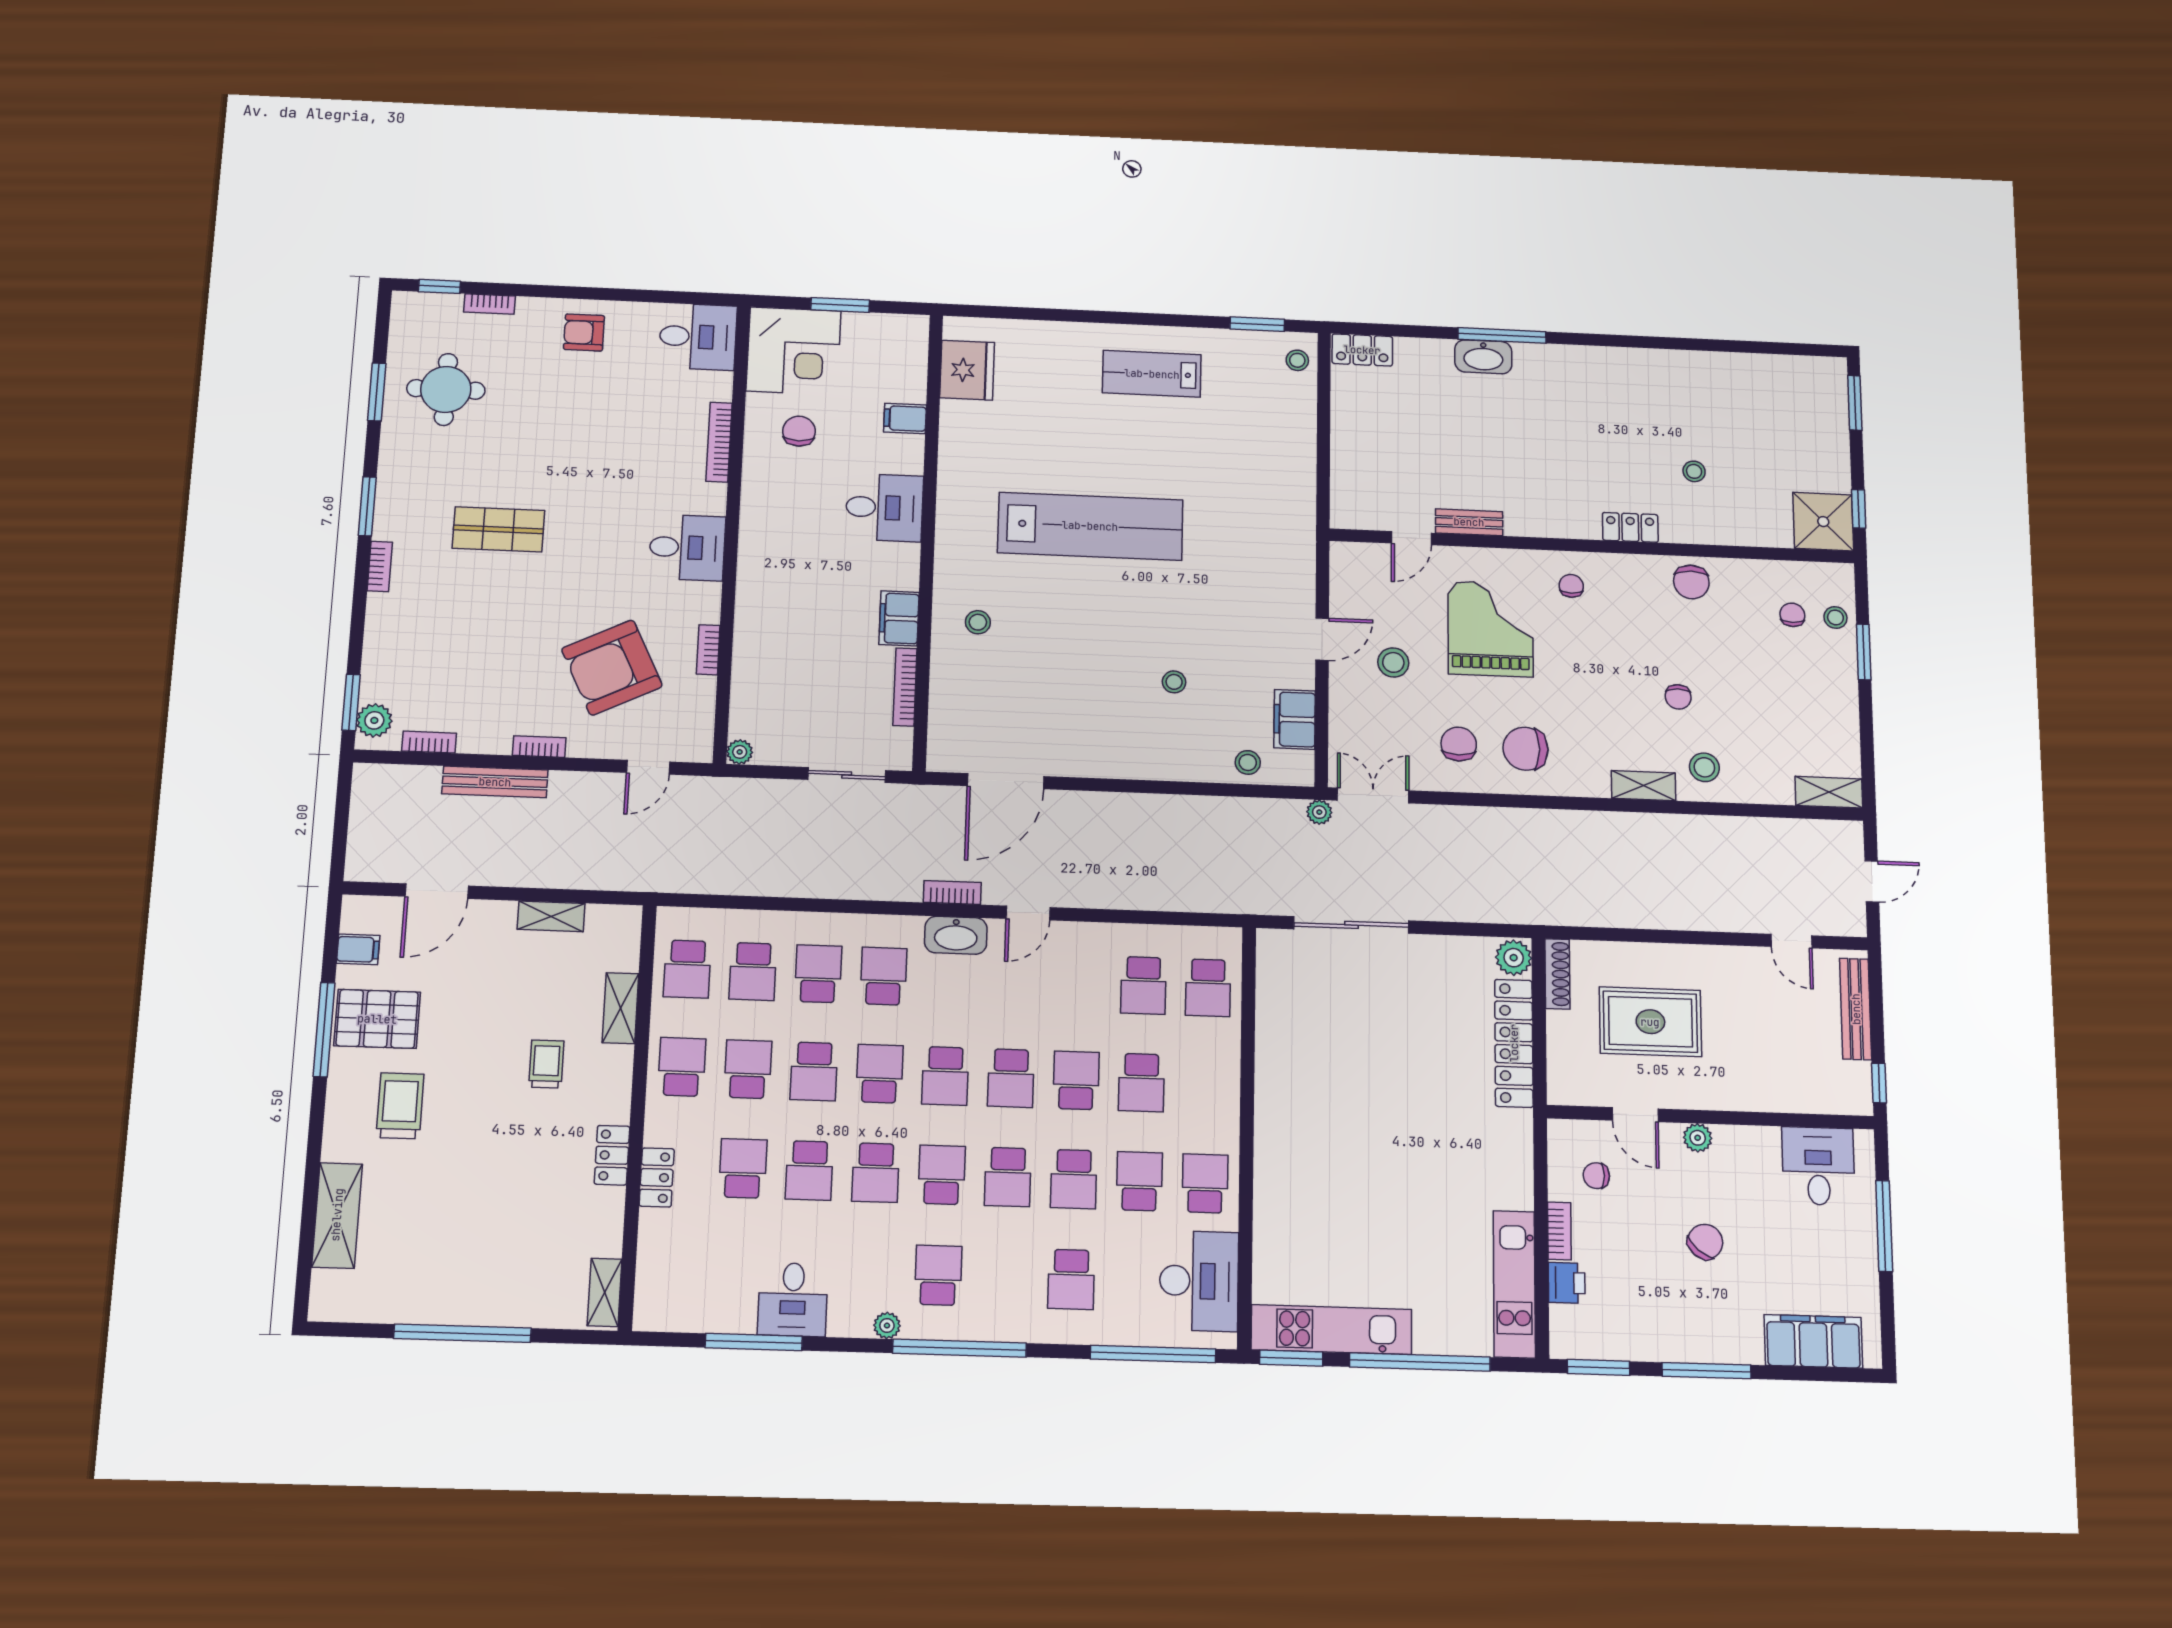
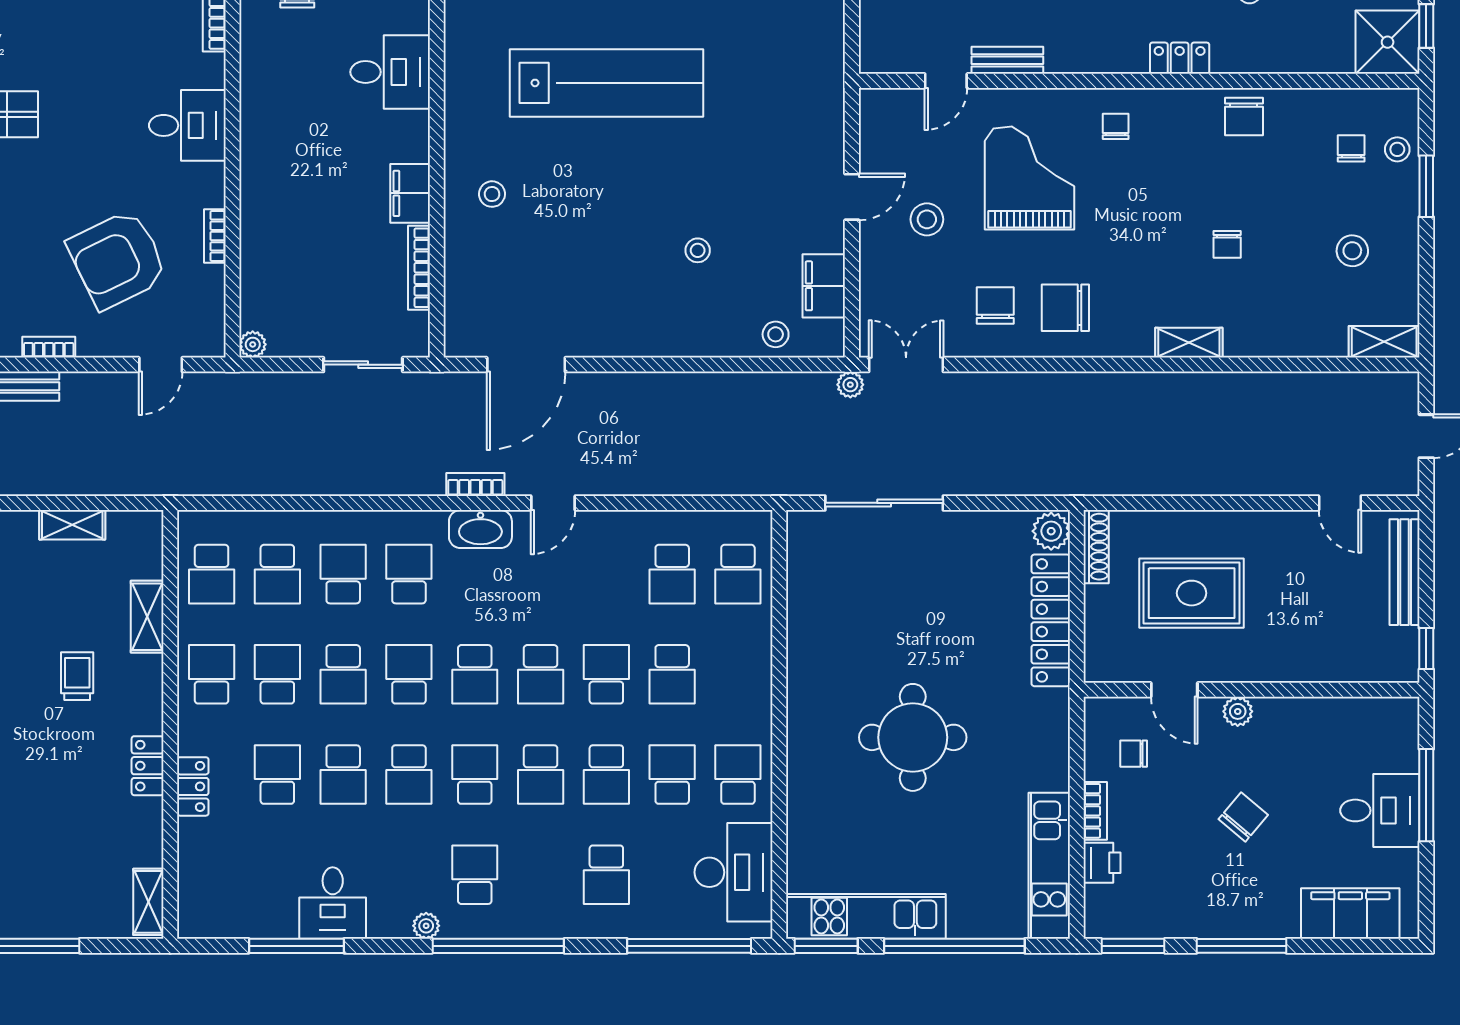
stool: (1704, 767) -> (1352, 251), moved
round table: (1379, 1153) -> (913, 737), added
desk: (1818, 1166) -> (1380, 810), moved, turned 90

